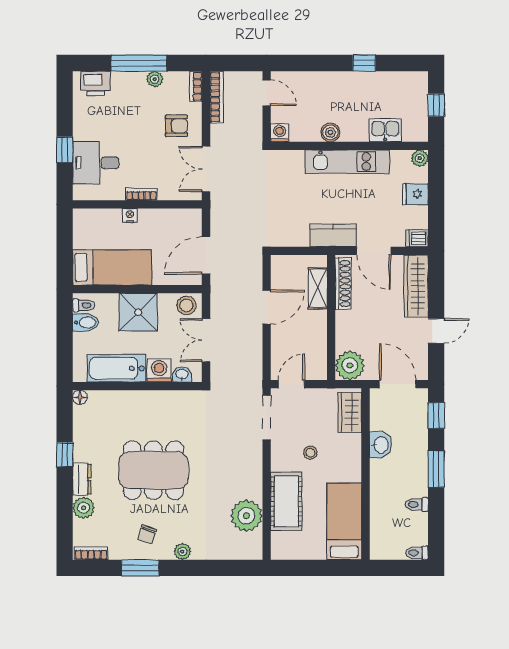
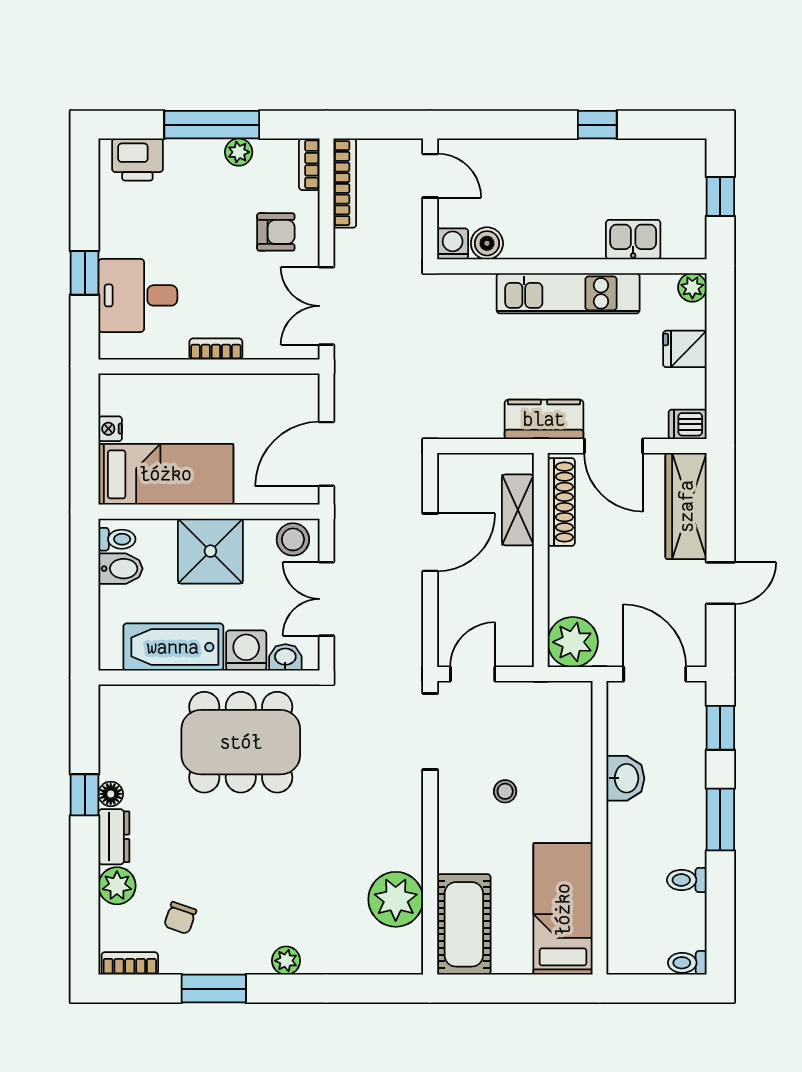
boiler: (330, 132) -> (487, 243), moved
nightstand: (130, 215) -> (110, 429), moved, turned -90
floor lamp: (80, 397) -> (111, 794), moved
wardrobe: (350, 412) -> (573, 723), removed
dining table: (153, 470) -> (241, 742), moved
cot: (286, 501) -> (464, 924), moved
chair: (147, 534) -> (180, 918), moved

